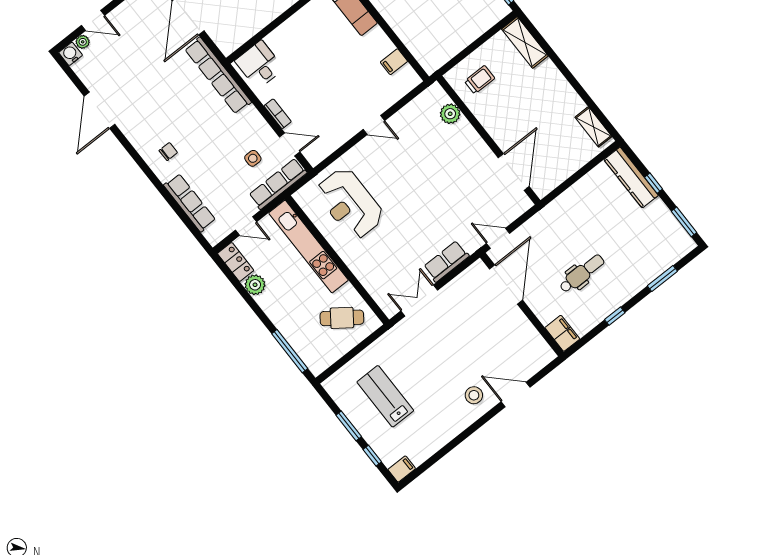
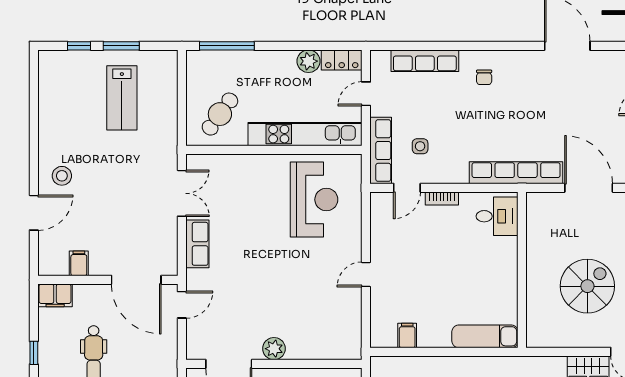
plant: (450, 114) -> (274, 349), moved
reception desk: (350, 204) -> (314, 200), turned 90
lab bench: (385, 396) -> (122, 98), turned 90
filing cabinet: (402, 469) -> (79, 263), moved, turned 180

